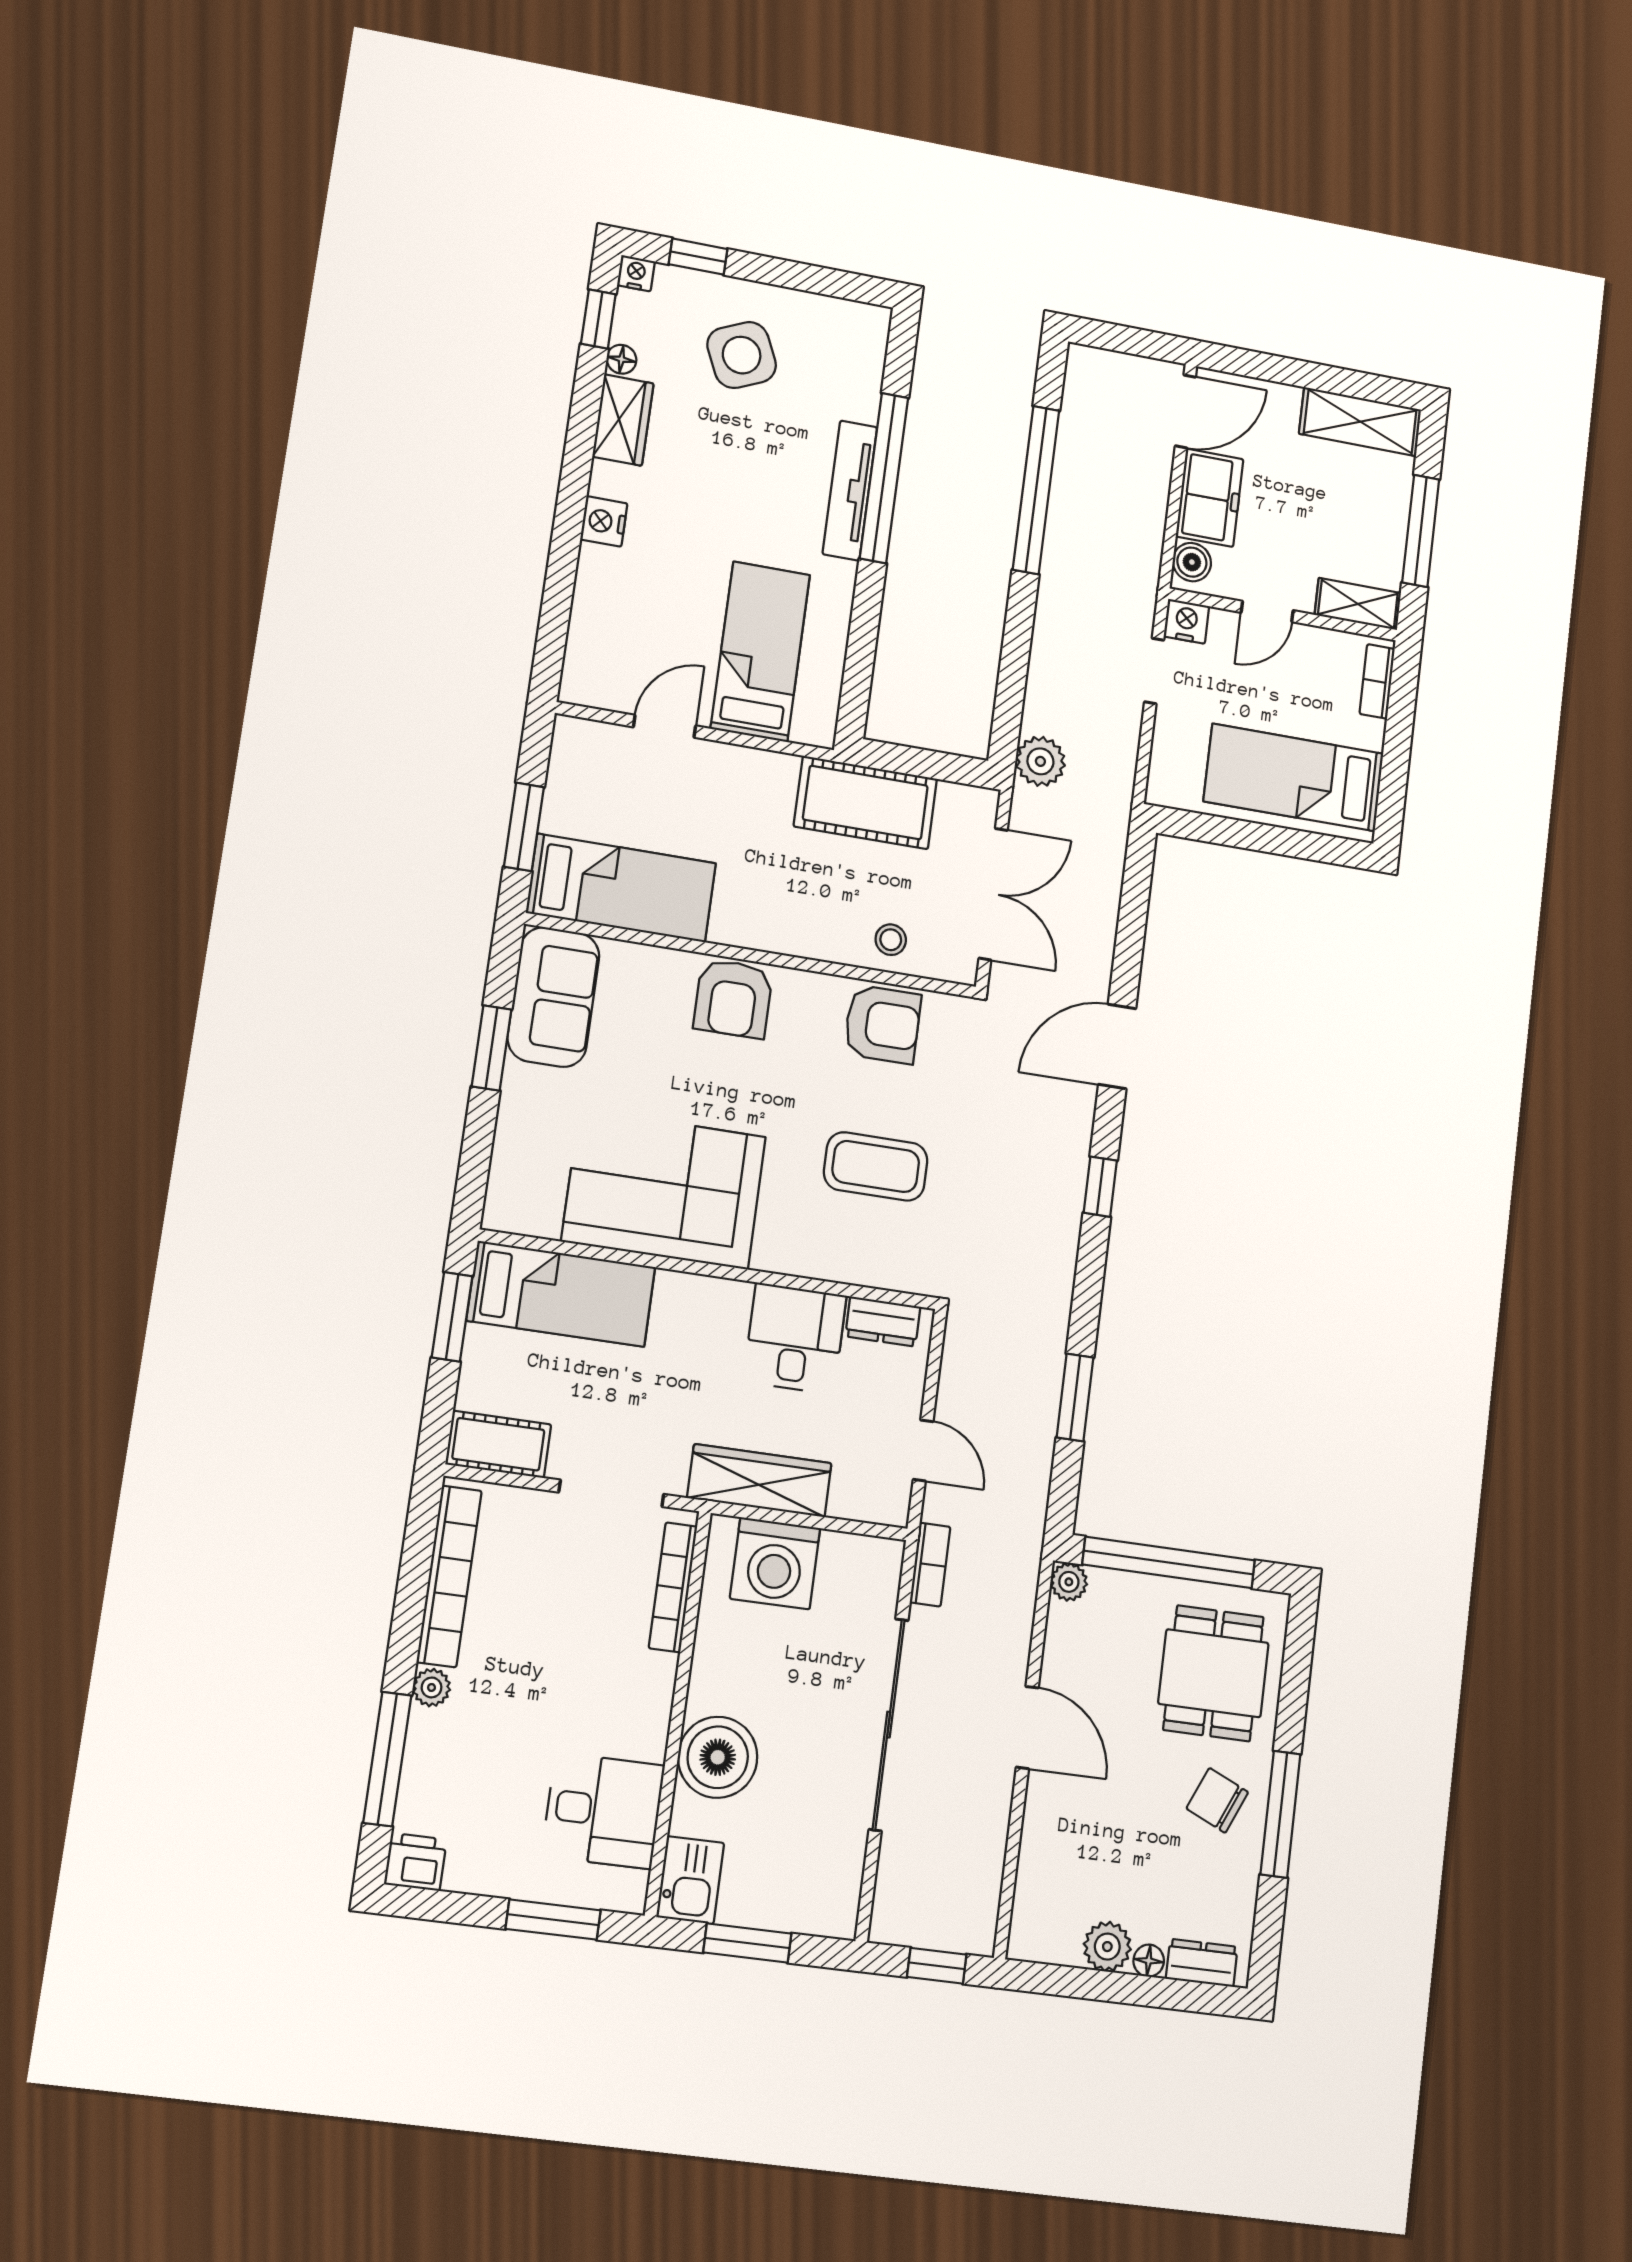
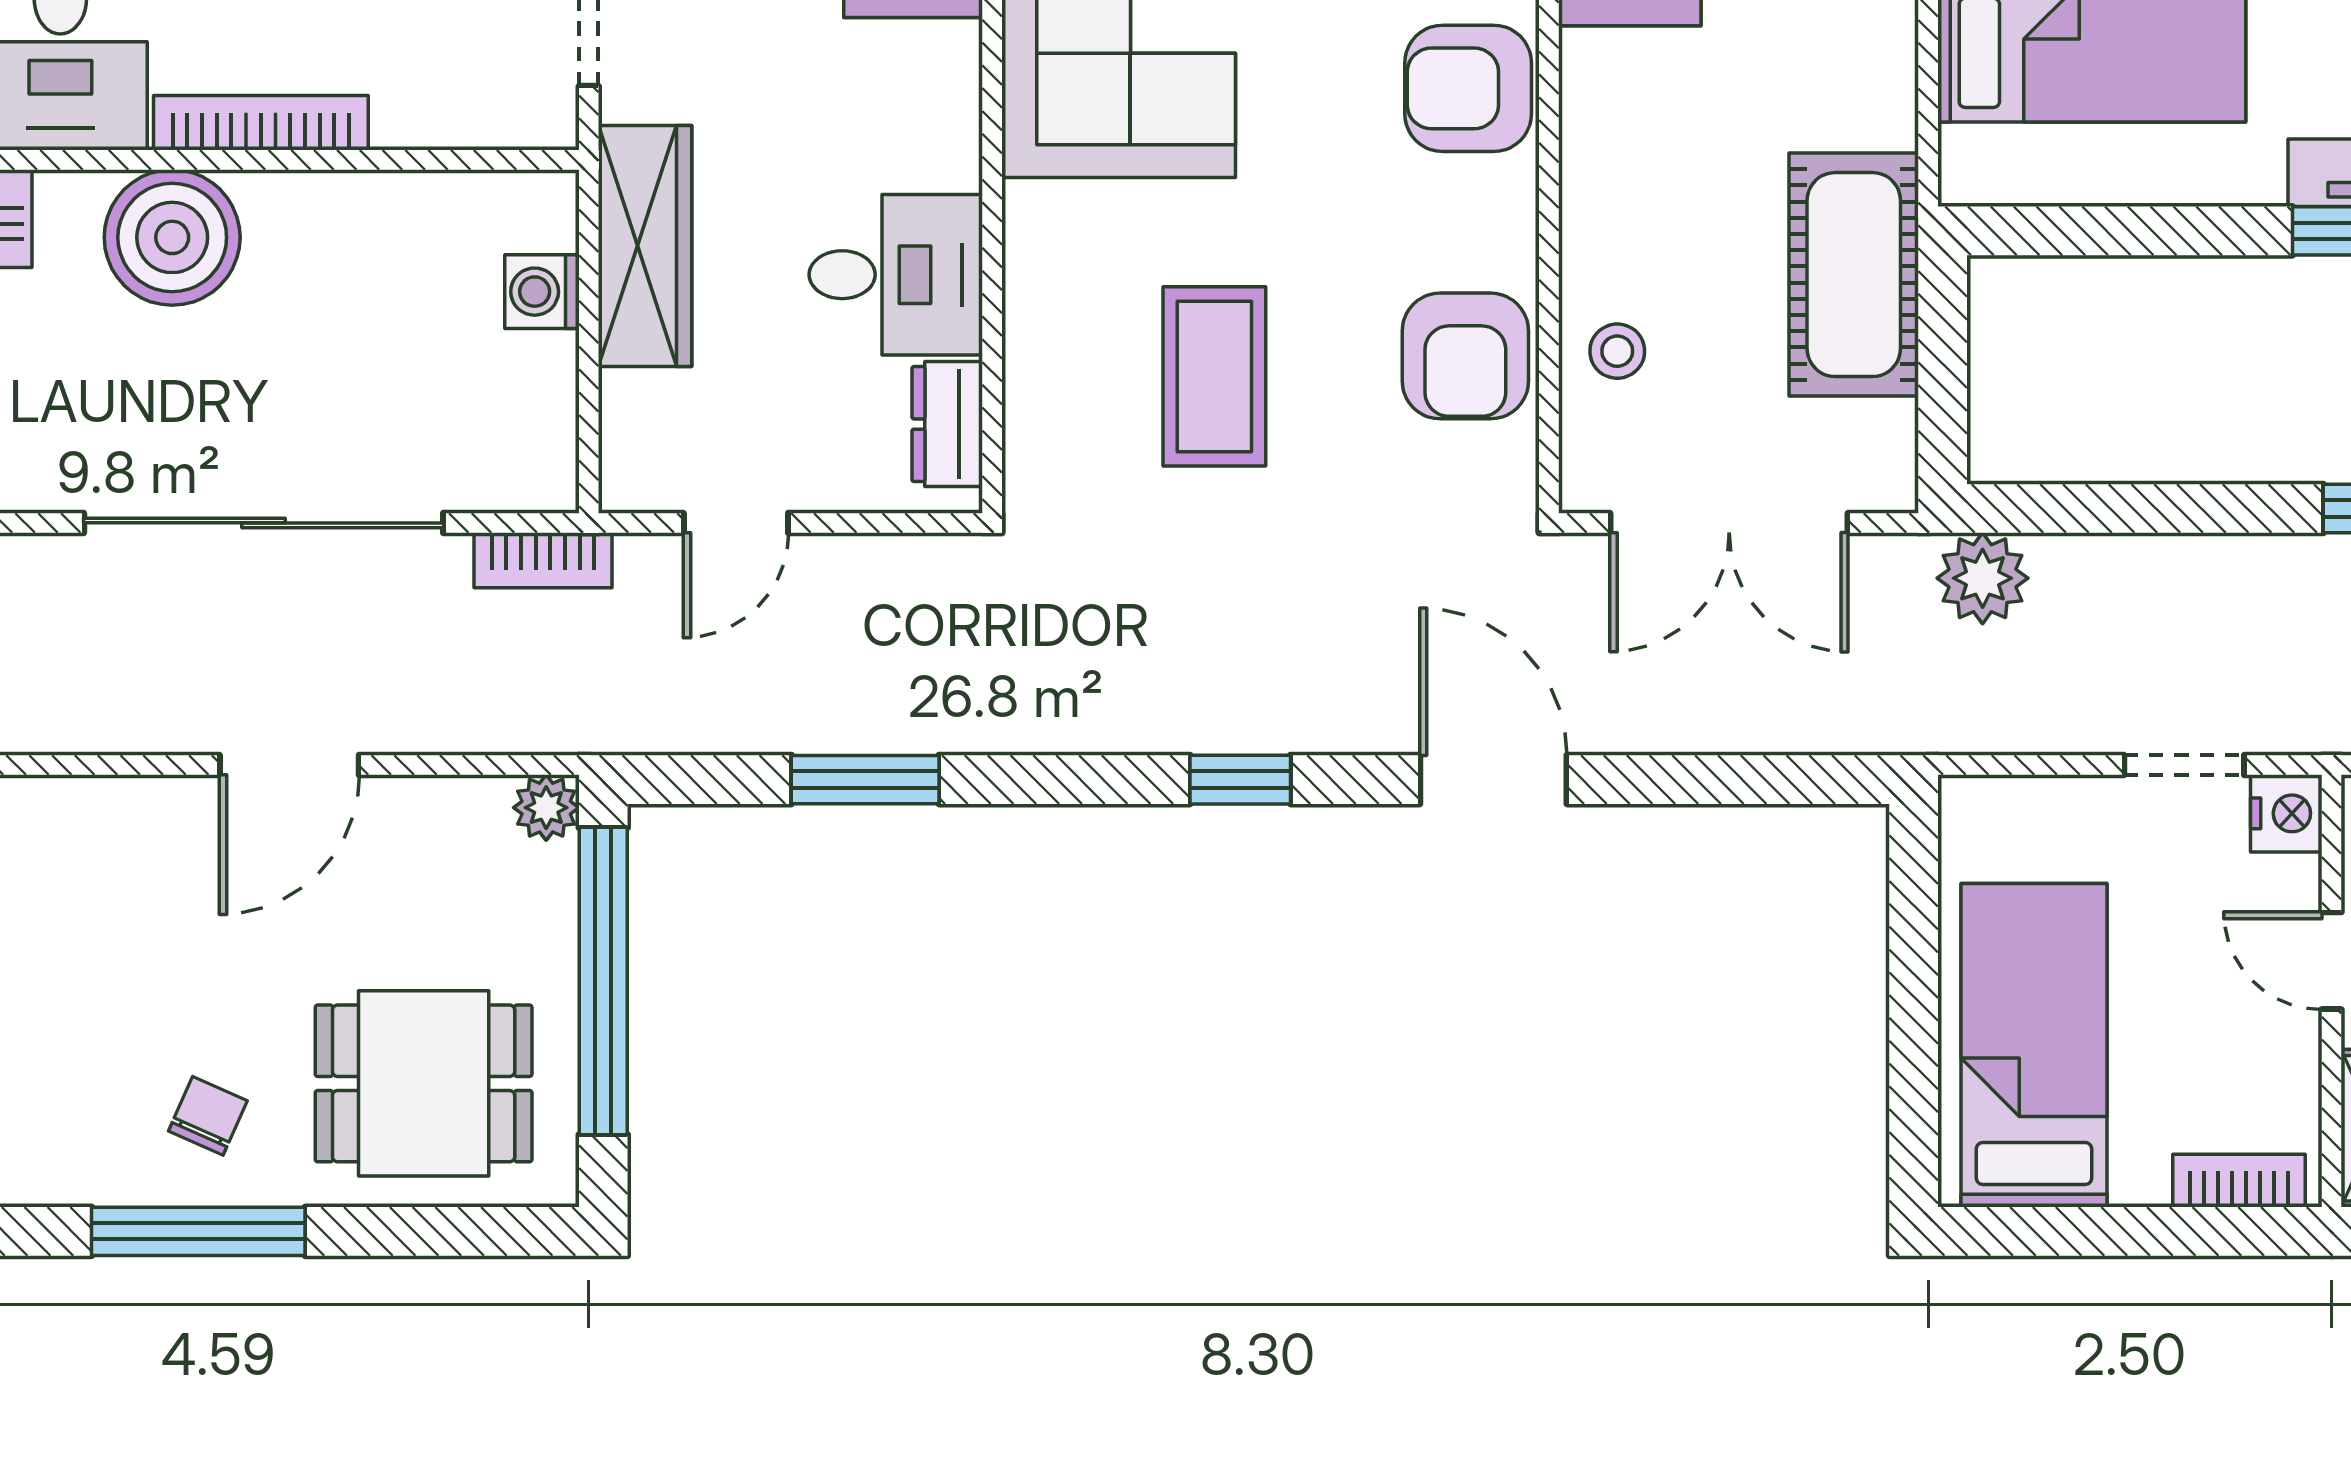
washing machine: (775, 1563) -> (542, 292), width x0.53, depth x0.53
bookcase: (673, 1587) -> (261, 123), moved
chair: (1217, 1800) -> (208, 1116), width x0.73, depth x0.73

